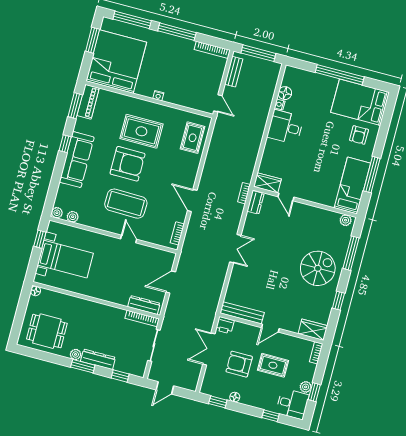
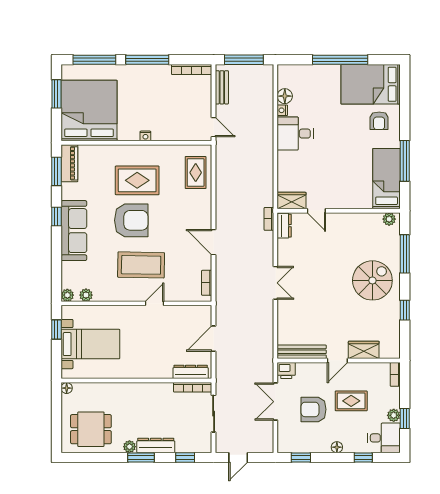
door: (129, 239) -> (155, 303), hinge flipped
wardrobe: (313, 330) -> (364, 350), moved
floor lamp: (235, 397) -> (337, 447), moved

